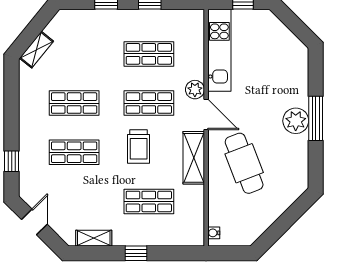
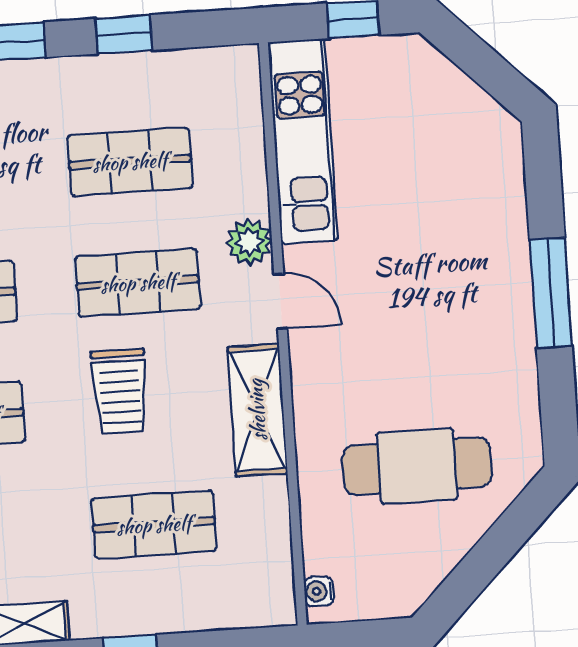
door: (206, 114) -> (281, 301), width x0.73
plant: (296, 121) -> (502, 302), removed
cafe table: (244, 163) -> (417, 466), moved, turned -69

